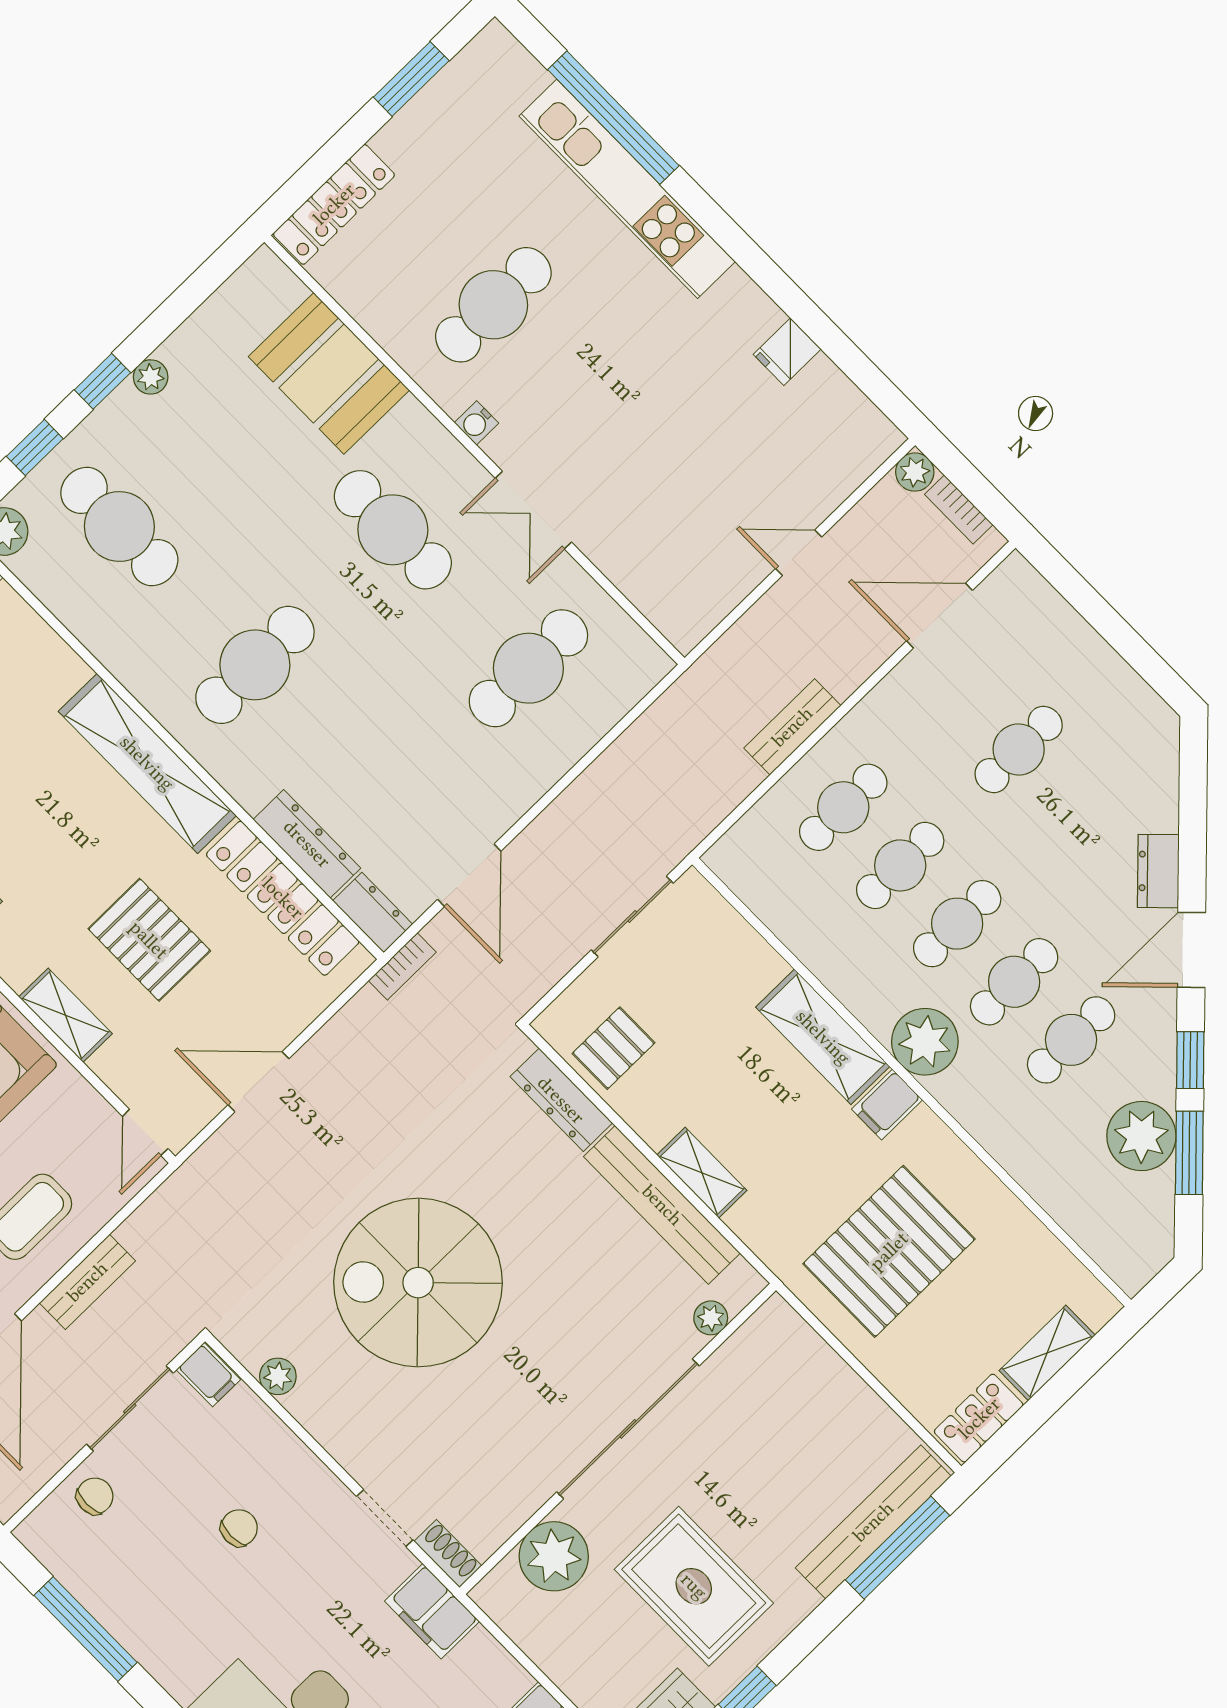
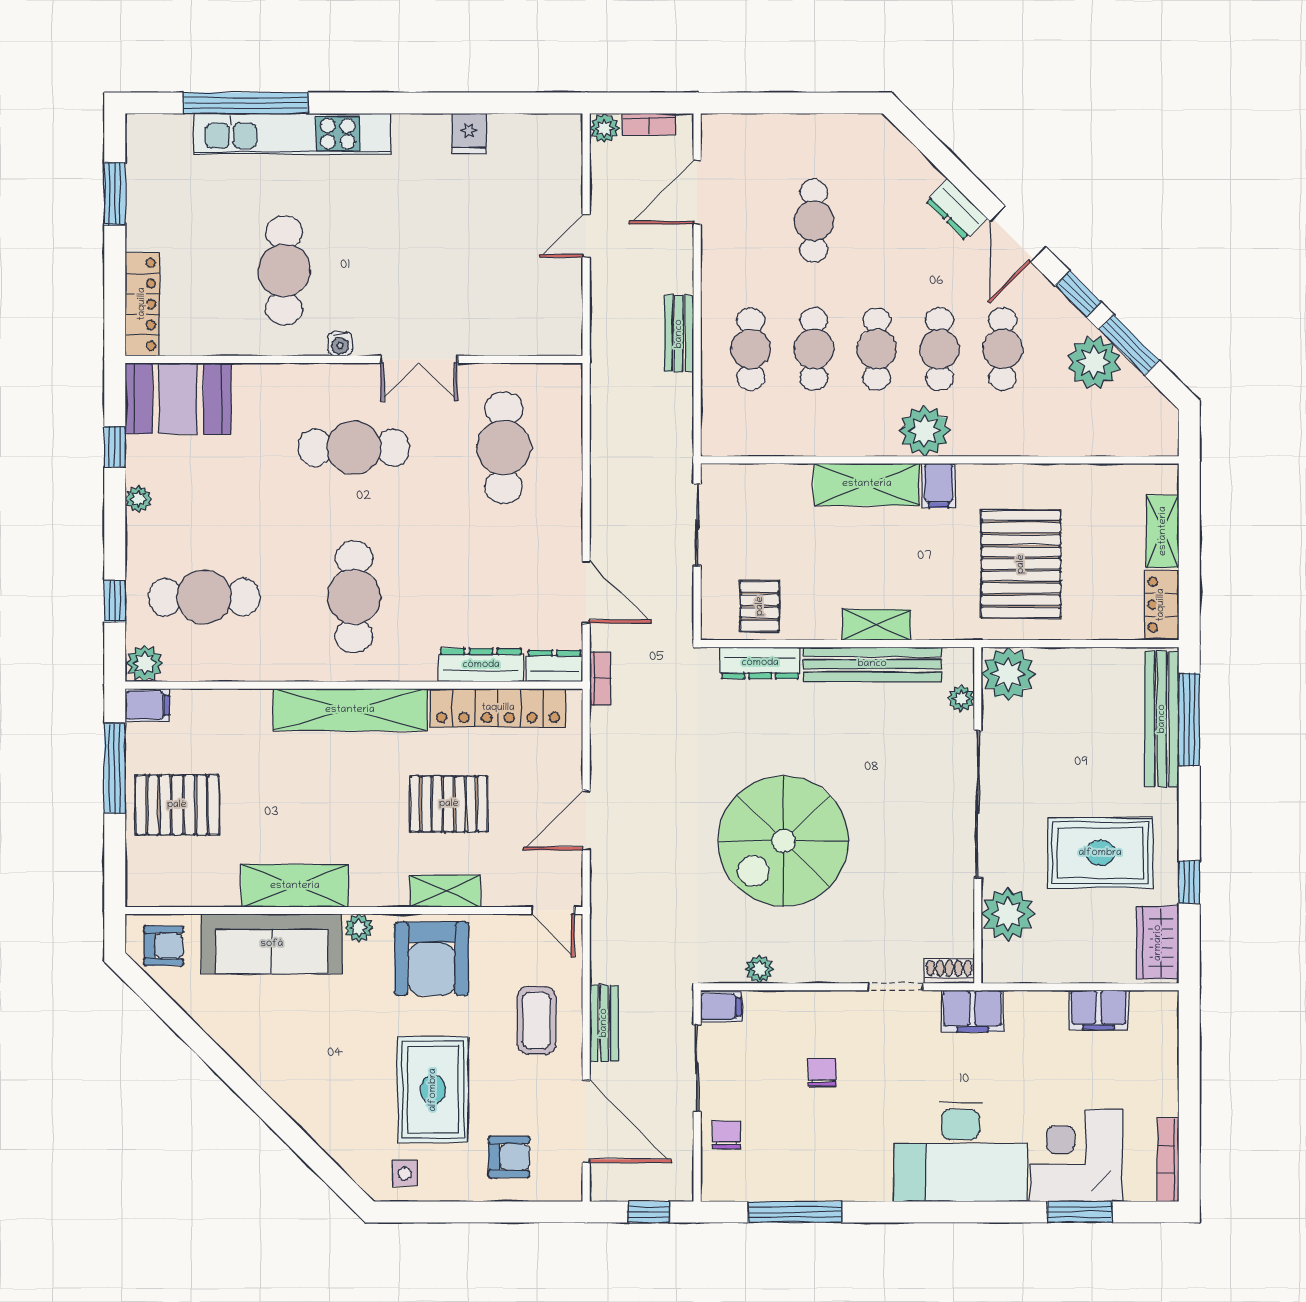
booth: (329, 373) -> (178, 398), moved
window: (102, 381) -> (115, 447), moved
plant: (776, 1340) -> (1008, 674), added

